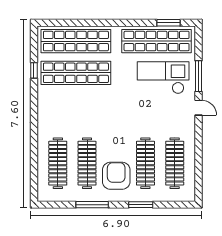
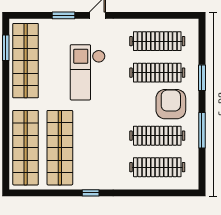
window: (34, 70) -> (91, 193), moved
window: (199, 76) -> (63, 15), width x0.69
checkout: (163, 78) -> (88, 72), moved
armchair: (116, 176) -> (171, 104), turned 90

